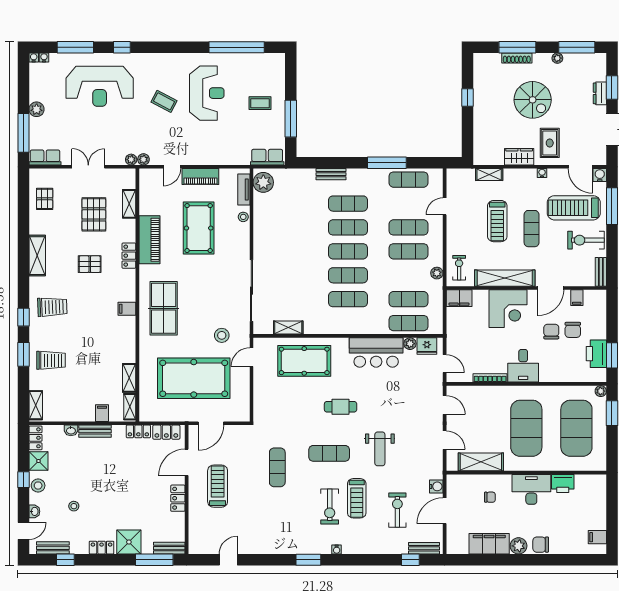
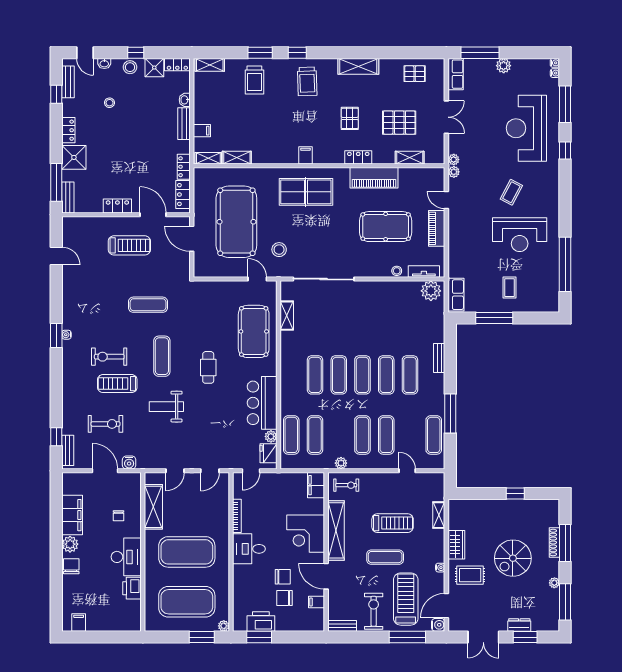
treadmill: (497, 221) -> (393, 523), turned 180
water cooler: (337, 549) -> (66, 335), moved

